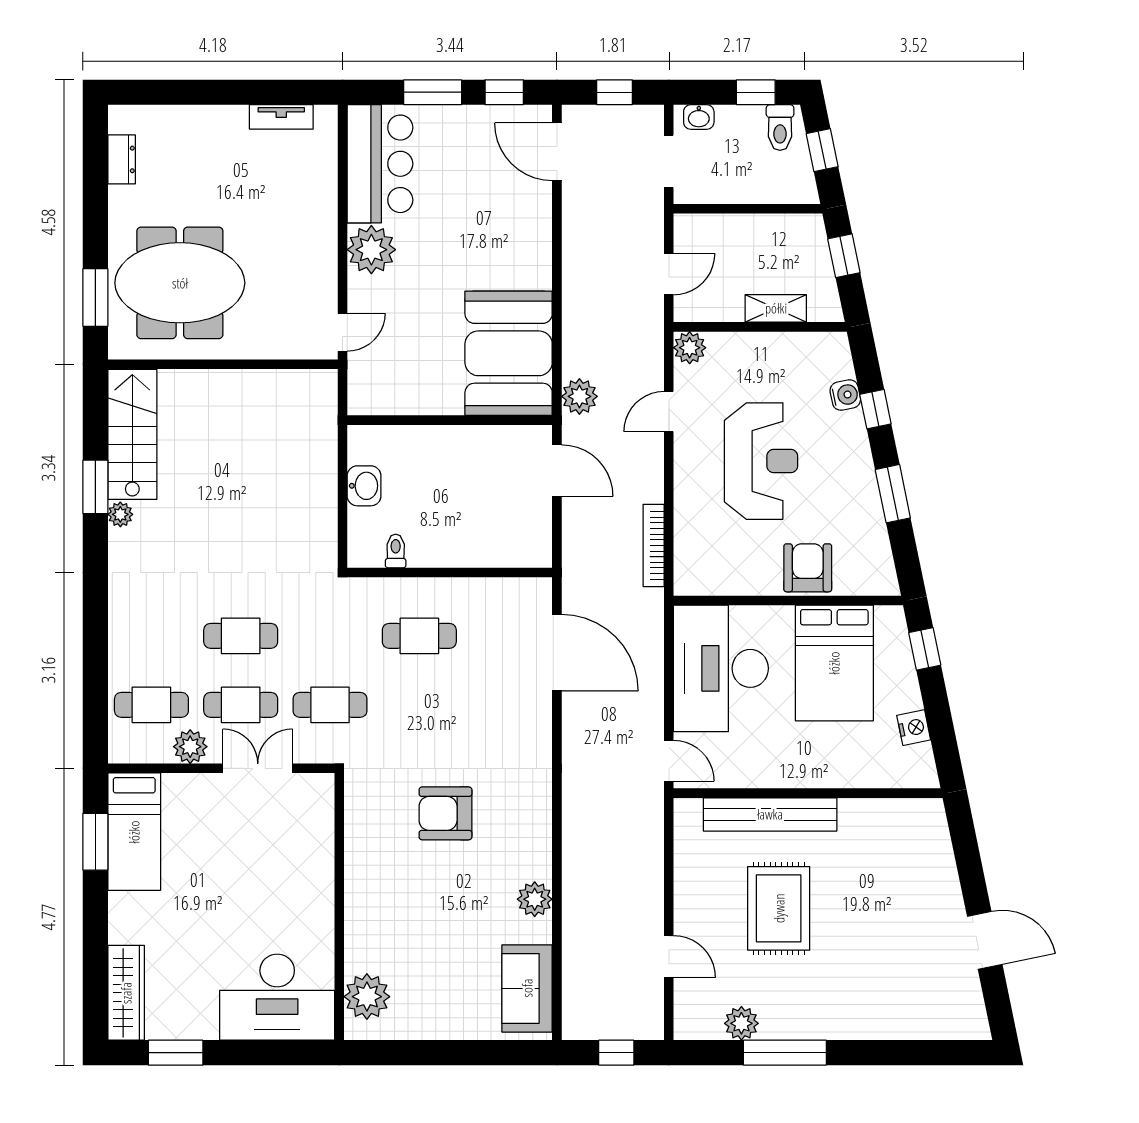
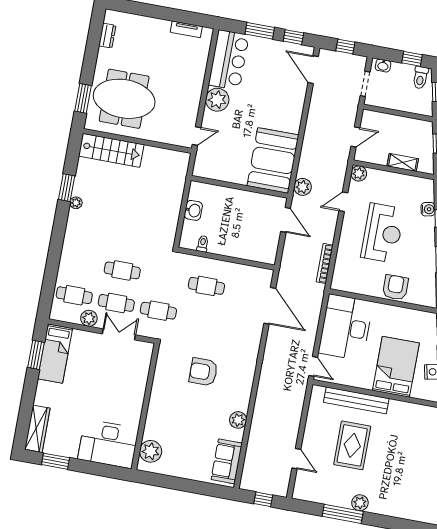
stairs: (132, 434) -> (111, 150), moved, turned 90
bed: (834, 663) -> (396, 367), moved, turned 180
plant: (741, 1023) -> (360, 503), moved

